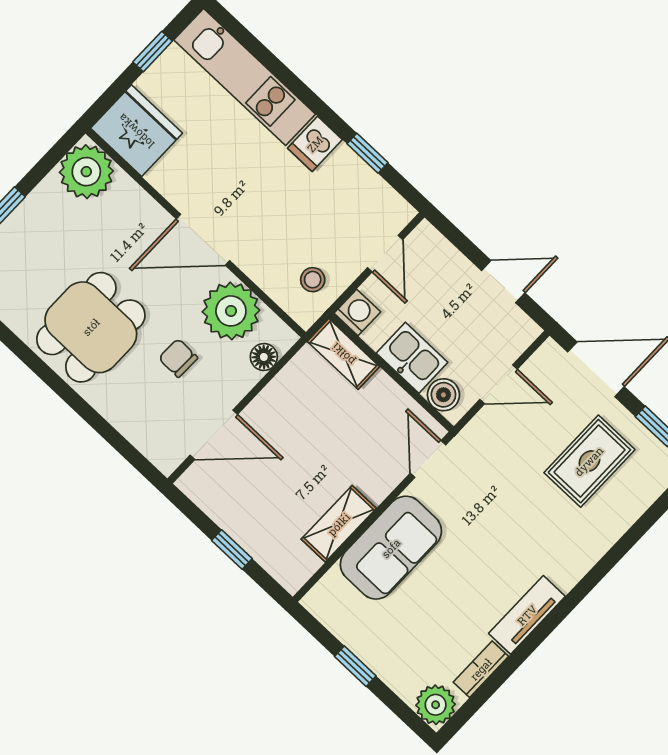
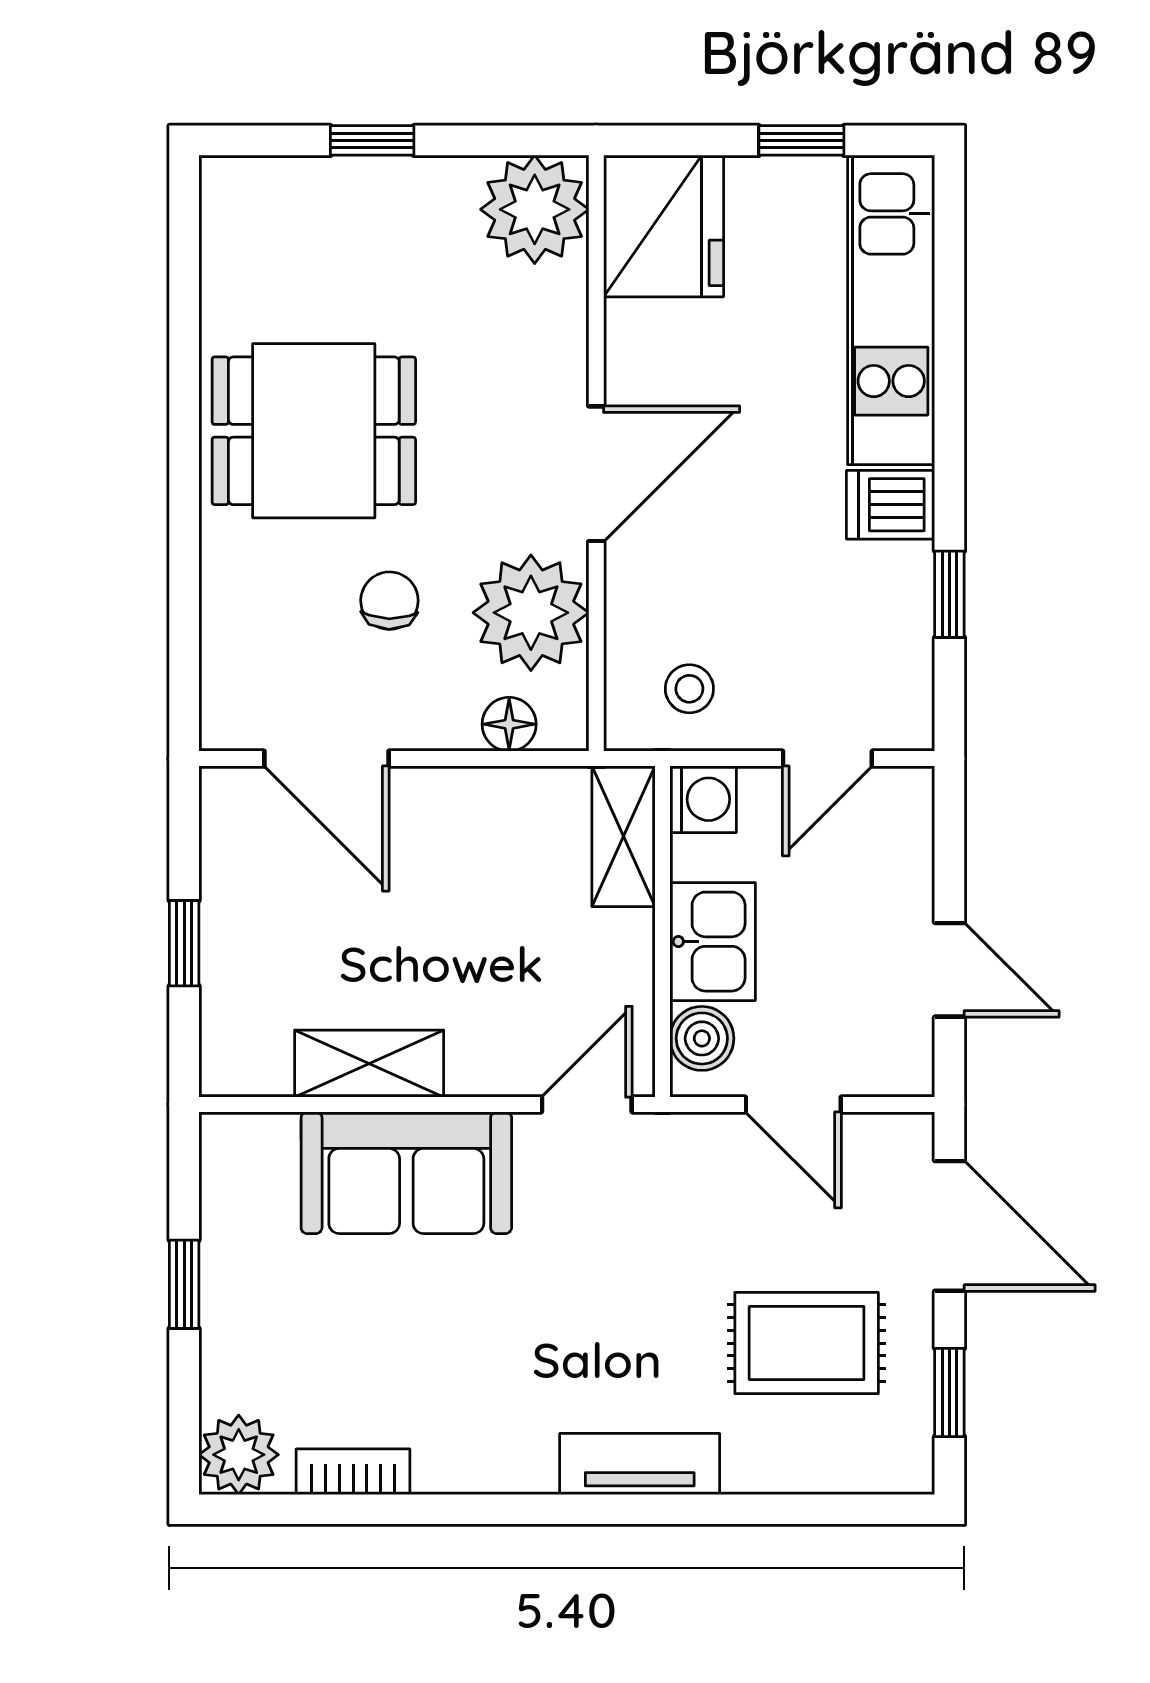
door: (203, 240) -> (596, 474), swing flipped
tv unit: (527, 615) -> (640, 1464), moved

